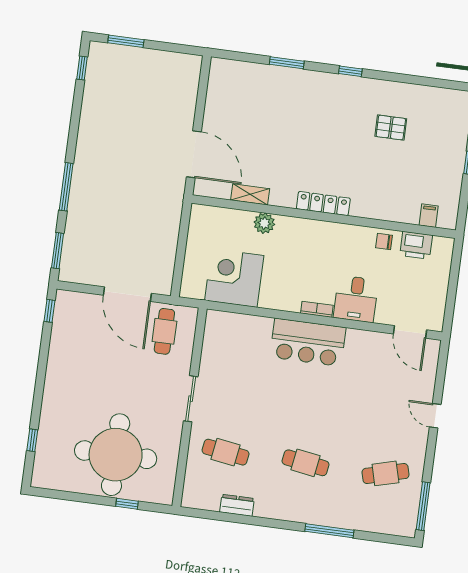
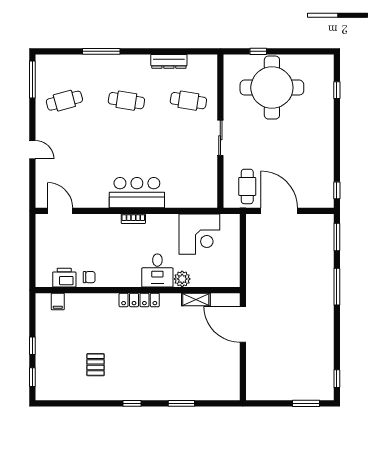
pallet: (391, 128) -> (96, 365), turned 90
desk: (356, 299) -> (157, 270), moved, turned 180
dresser: (237, 505) -> (169, 61), width x1.44

